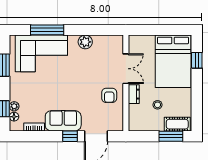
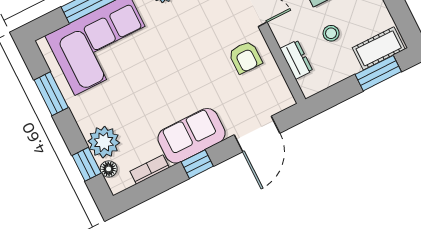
dresser: (134, 94) -> (296, 60), moved
plant: (14, 106) -> (104, 142), width x1.88, depth x1.88
window: (70, 136) -> (197, 164), moved

